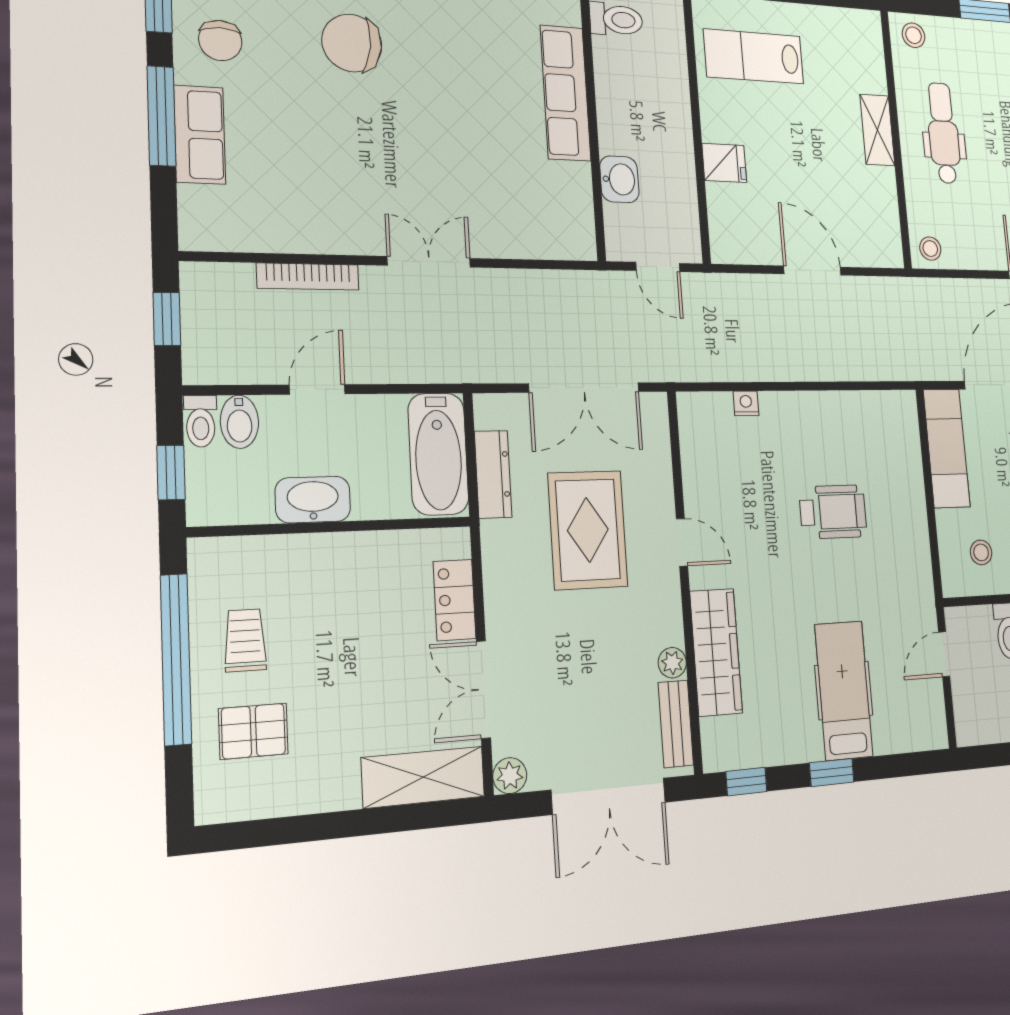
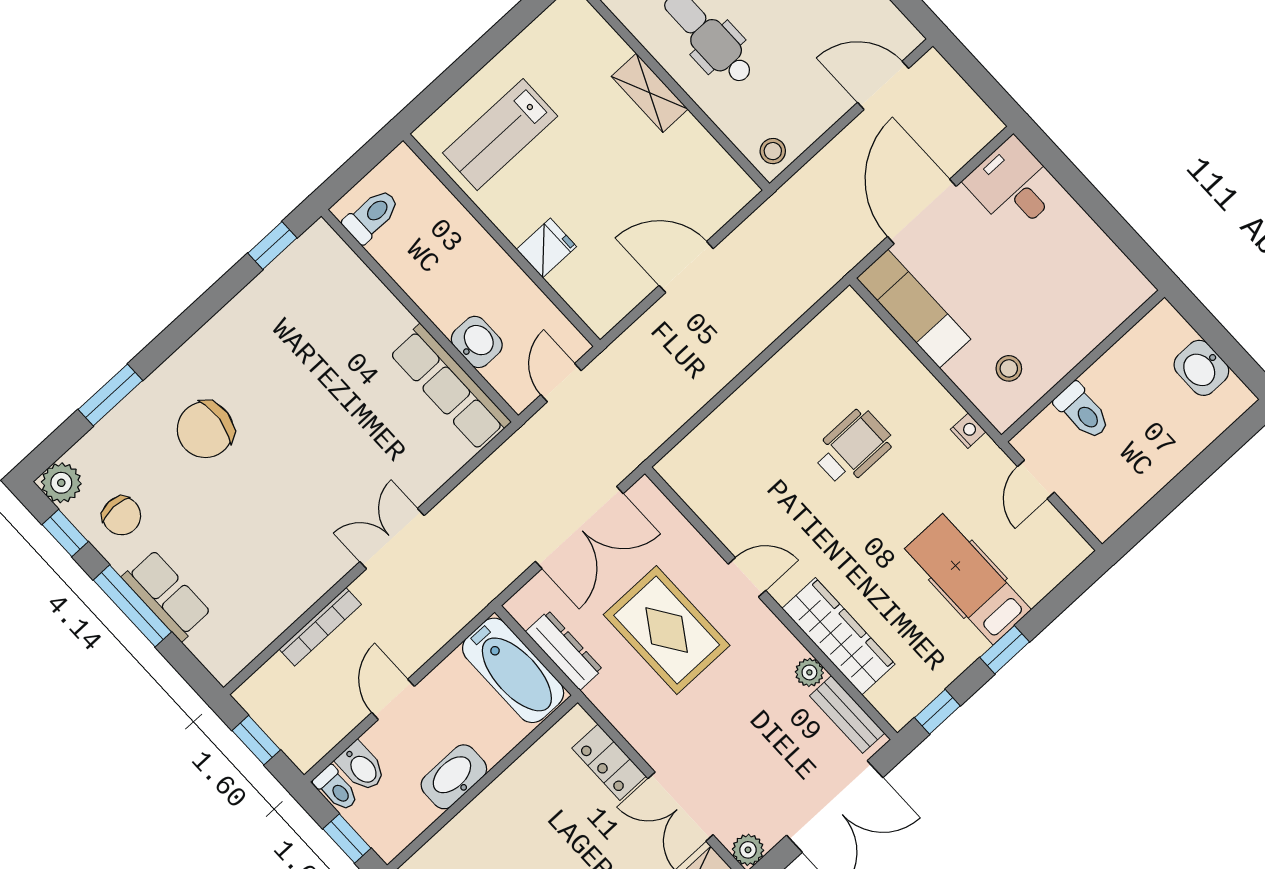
row of seats: (565, 93) -> (450, 387), moved
door: (658, 267) -> (561, 383), swing flipped
nightstand: (746, 403) -> (968, 431), moved, turned 90

